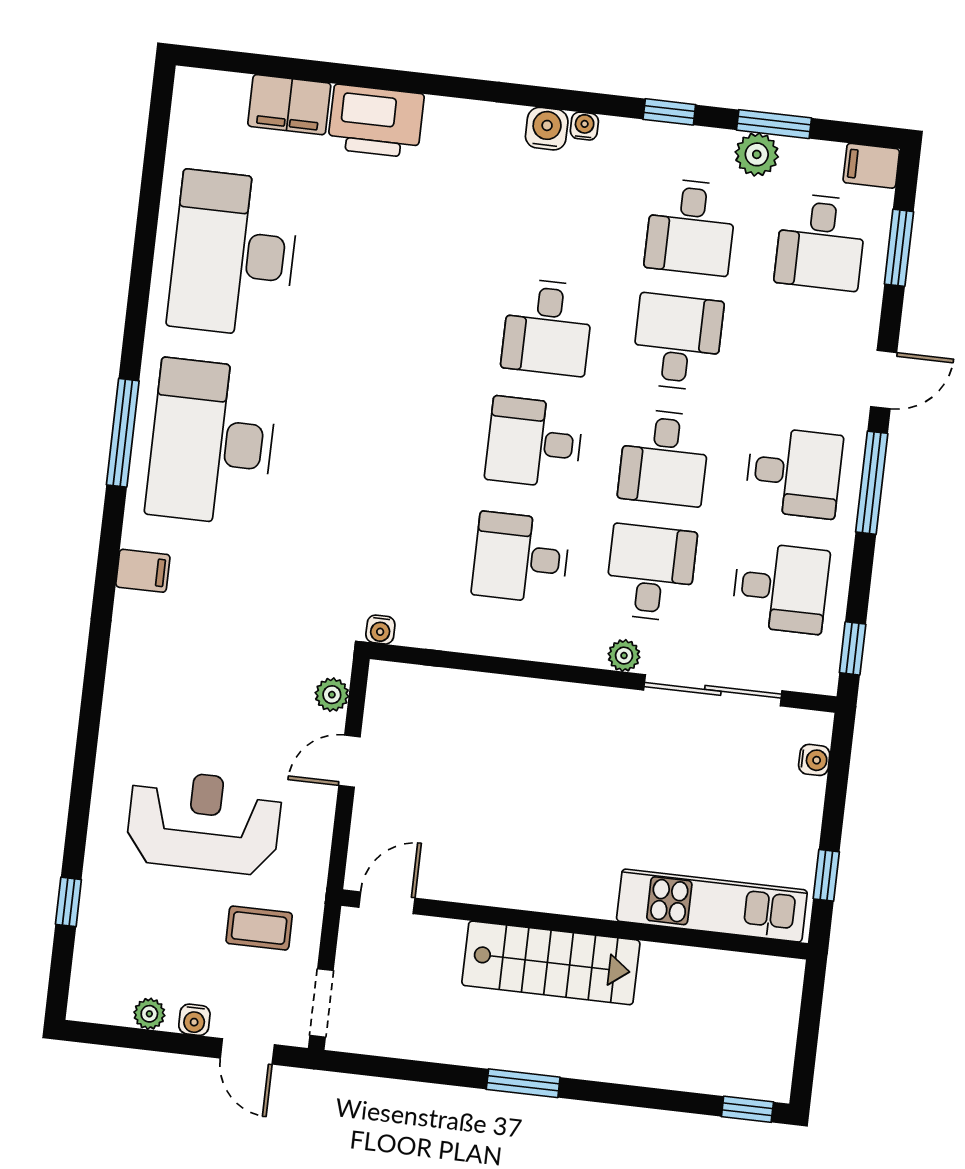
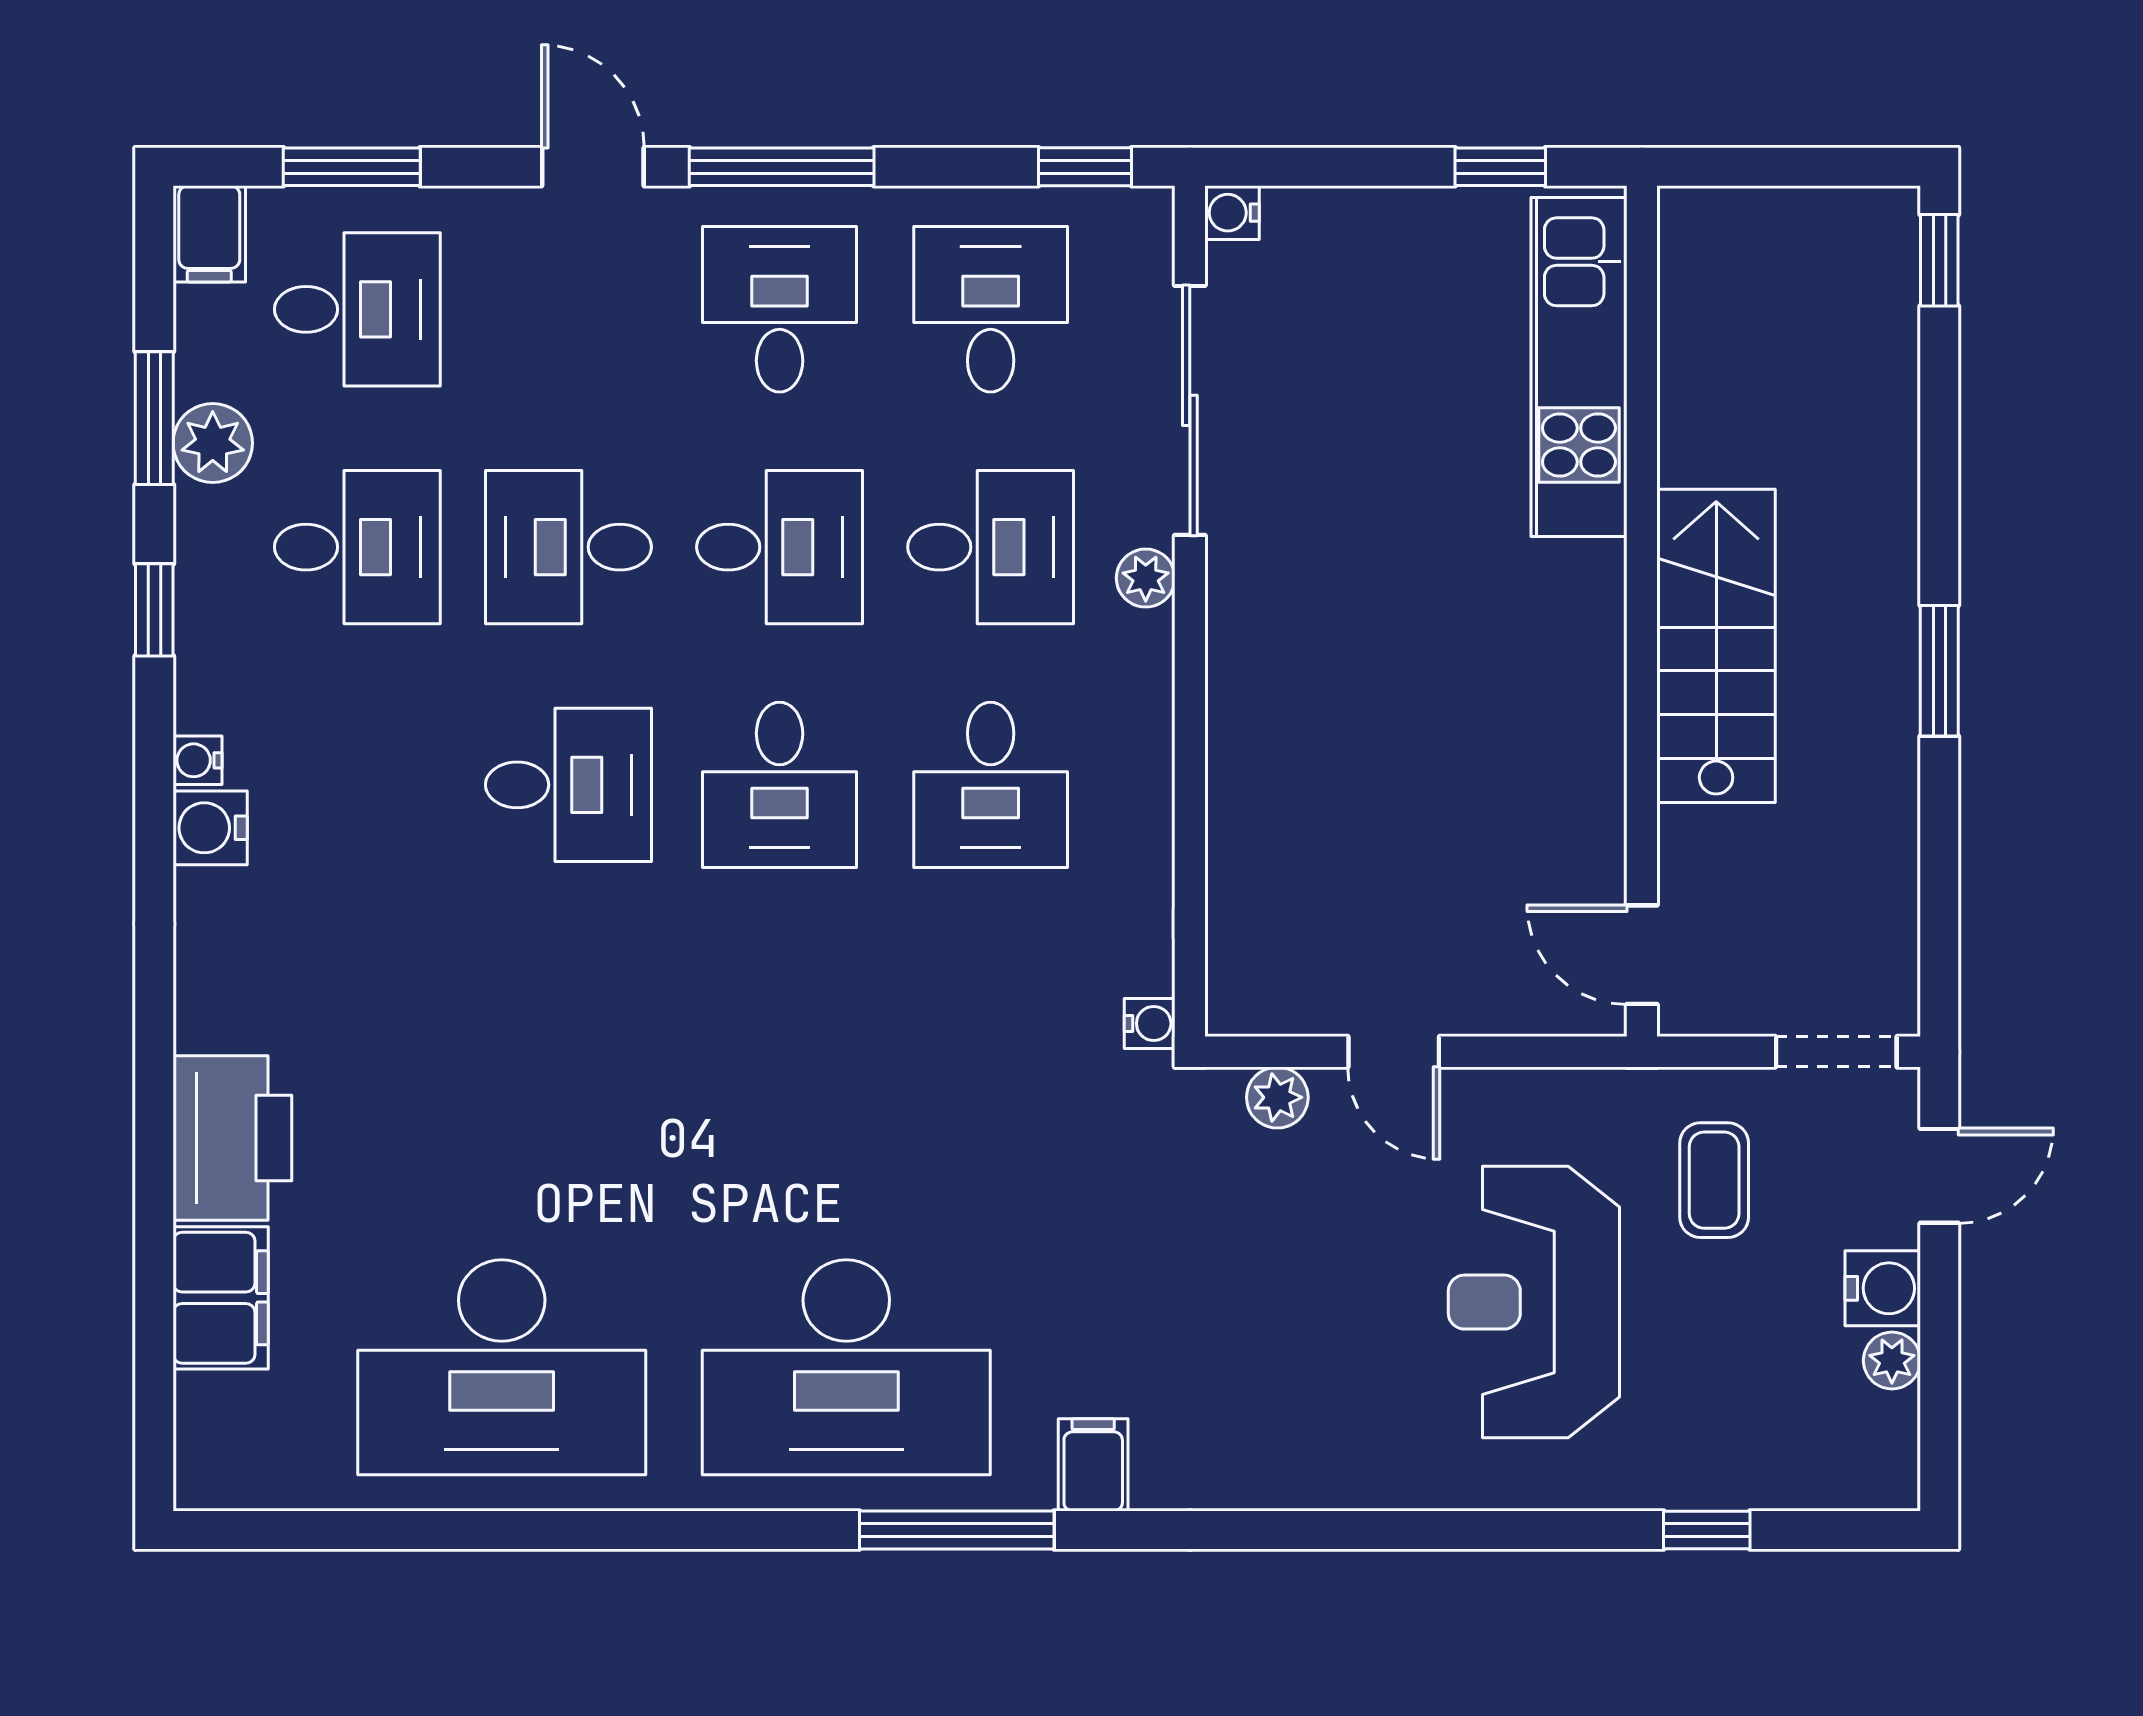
window: (123, 433) -> (957, 1530), moved
desk: (651, 573) -> (991, 547), turned 180
water cooler: (814, 760) -> (1232, 213), moved, turned -90
water cooler: (194, 1020) -> (1883, 1288), width x1.38, depth x1.38

